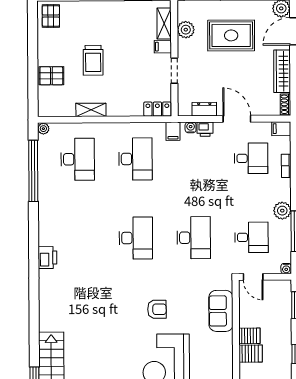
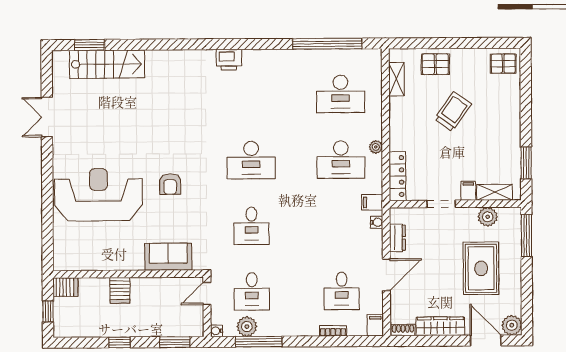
trolley: (93, 60) -> (453, 112), turned 125
pallet: (51, 76) -> (435, 64), turned 90
locker: (157, 109) -> (397, 176), width x1.53
shelving: (91, 110) -> (396, 79), moved
plant: (43, 129) -> (376, 147), moved
printer: (205, 129) -> (375, 239), removed
plant: (282, 211) -> (247, 327), moved
desk: (194, 238) -> (251, 226), width x0.73
server rack: (249, 336) -> (140, 289), removed

